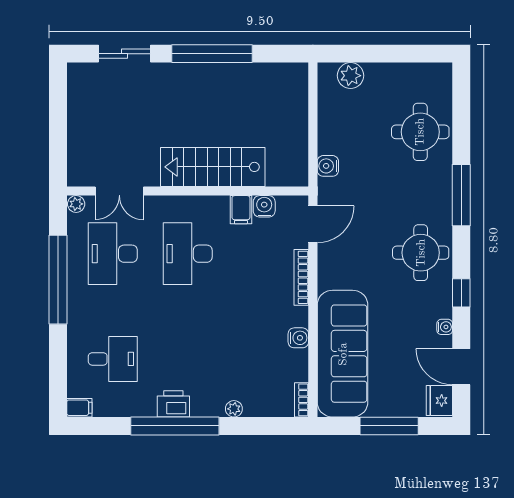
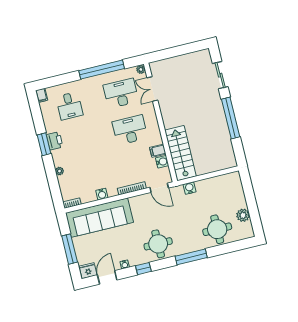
plant: (350, 76) -> (243, 215), moved
stairs: (213, 167) -> (180, 153), moved
window: (175, 426) -> (44, 144), width x0.47

